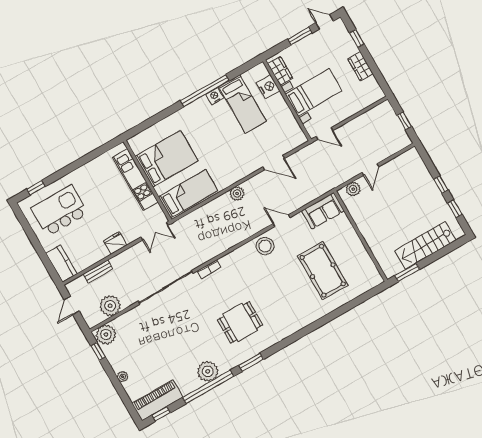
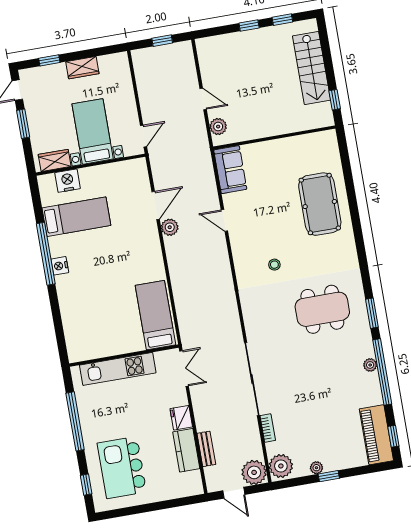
nightstand: (215, 96) -> (60, 266), moved
bed: (167, 159) -> (107, 325), removed
window: (82, 161) -> (75, 421), added
plant: (237, 193) -> (170, 227), moved
door: (282, 221) -> (224, 220), hinge flipped
stool: (265, 246) -> (274, 265), moved, width x0.53, depth x0.53
kitchen counter: (61, 264) -> (186, 450), moved, turned -90
bookcase: (209, 269) -> (268, 428), moved
pool table: (323, 271) -> (320, 204), moved, turned 90
window: (407, 272) -> (335, 100), width x0.67
plant: (110, 306) -> (254, 472), moved
dining table: (240, 322) -> (322, 309), width x1.38
window: (98, 351) -> (329, 476), moved
plant: (208, 371) -> (370, 365), width x0.53, depth x0.53
plant: (123, 377) -> (316, 468), moved

